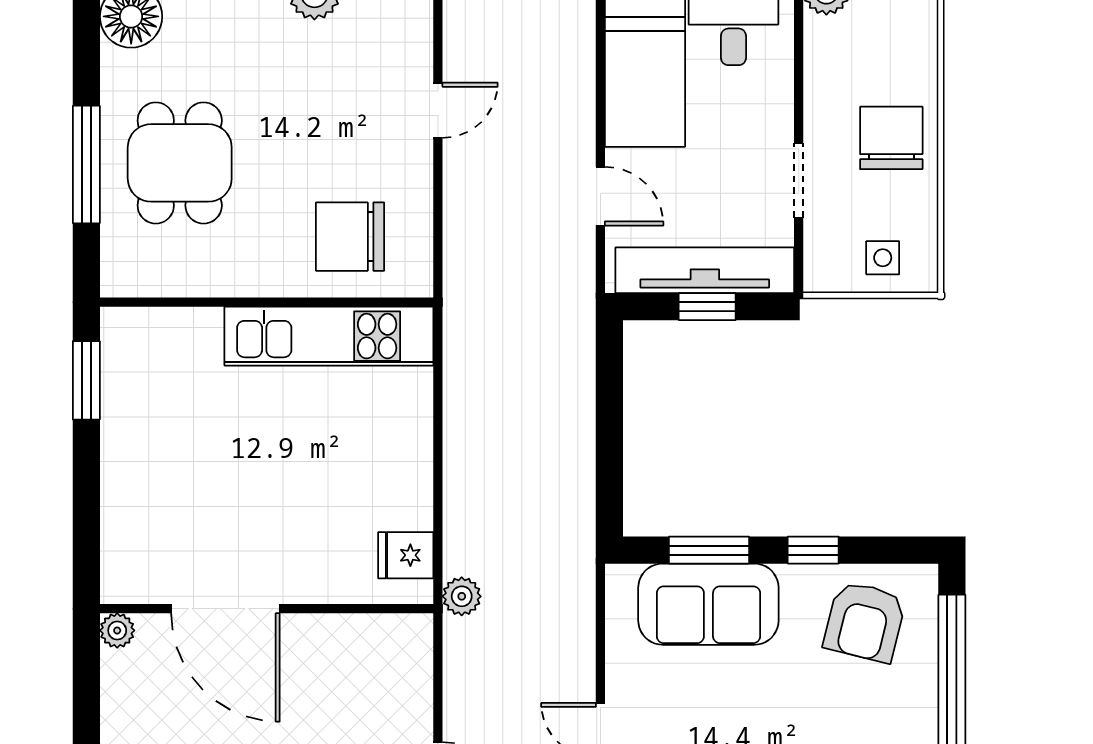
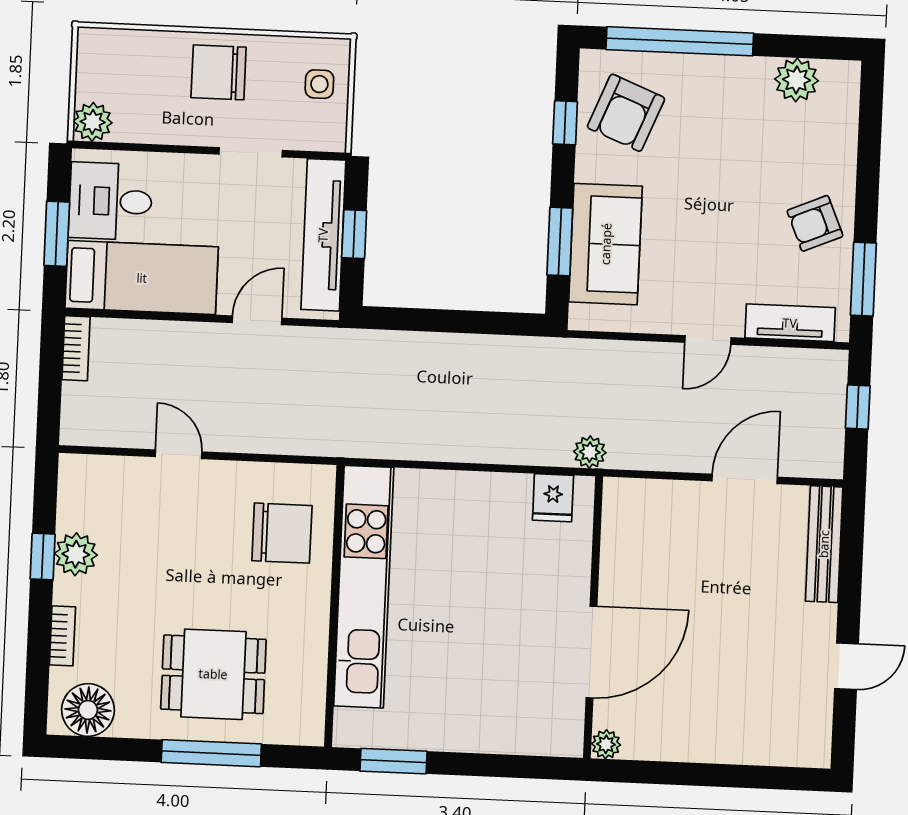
chair: (350, 237) -> (282, 533), turned -90
kitchen unit: (329, 336) -> (364, 587), width x1.36
window: (813, 550) -> (565, 123), moved
armchair: (865, 622) -> (626, 113), turned 98

